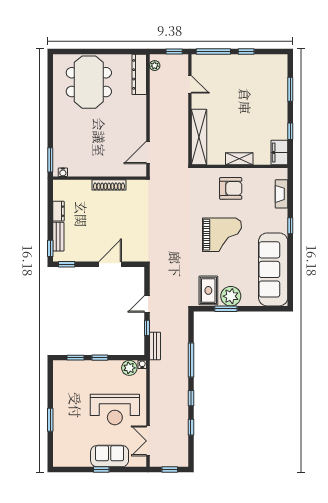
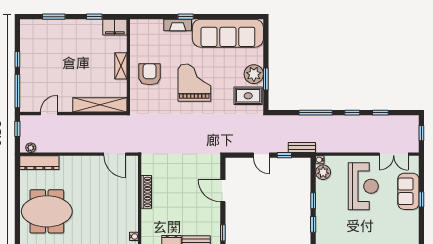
fireplace: (282, 194) -> (178, 25), moved

